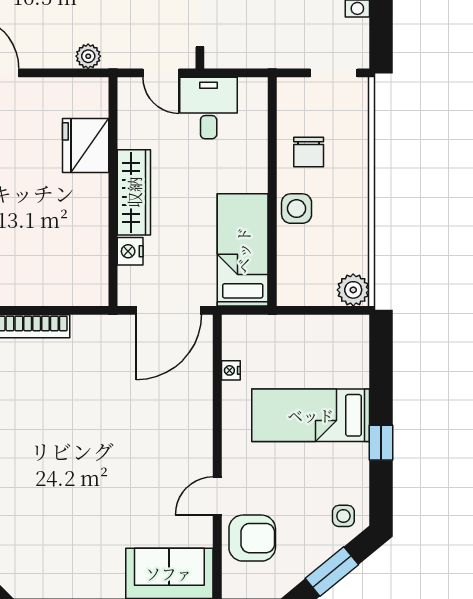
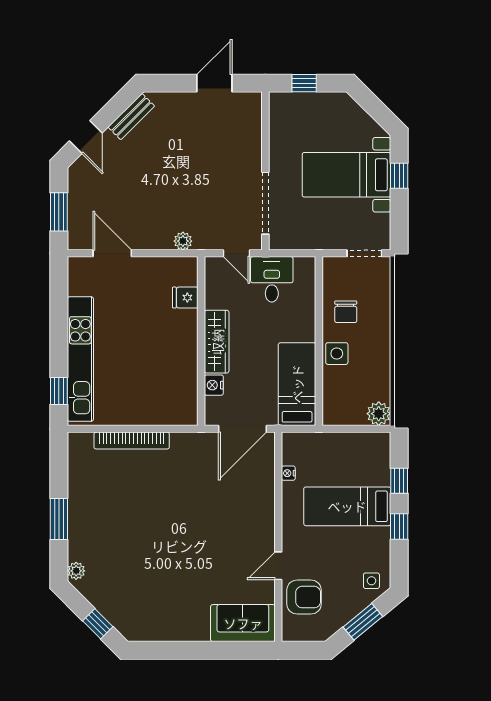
fridge: (86, 145) -> (185, 298), width x0.53, depth x0.75
window: (381, 381) -> (399, 481), added

